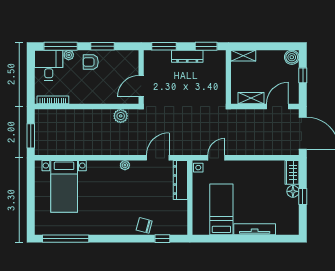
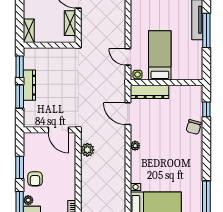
window: (164, 46) -> (20, 97), moved
bed: (221, 209) -> (160, 55), moved, turned 90
window: (244, 239) -> (206, 30), added

